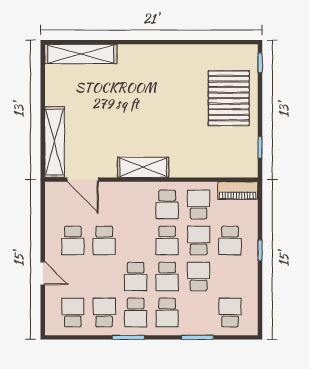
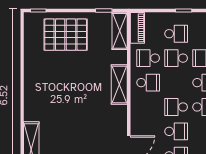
shelving: (143, 167) -> (119, 85), moved
shelving: (234, 168) -> (120, 31), added
school desk: (167, 240) -> (176, 107), moved, turned 180

